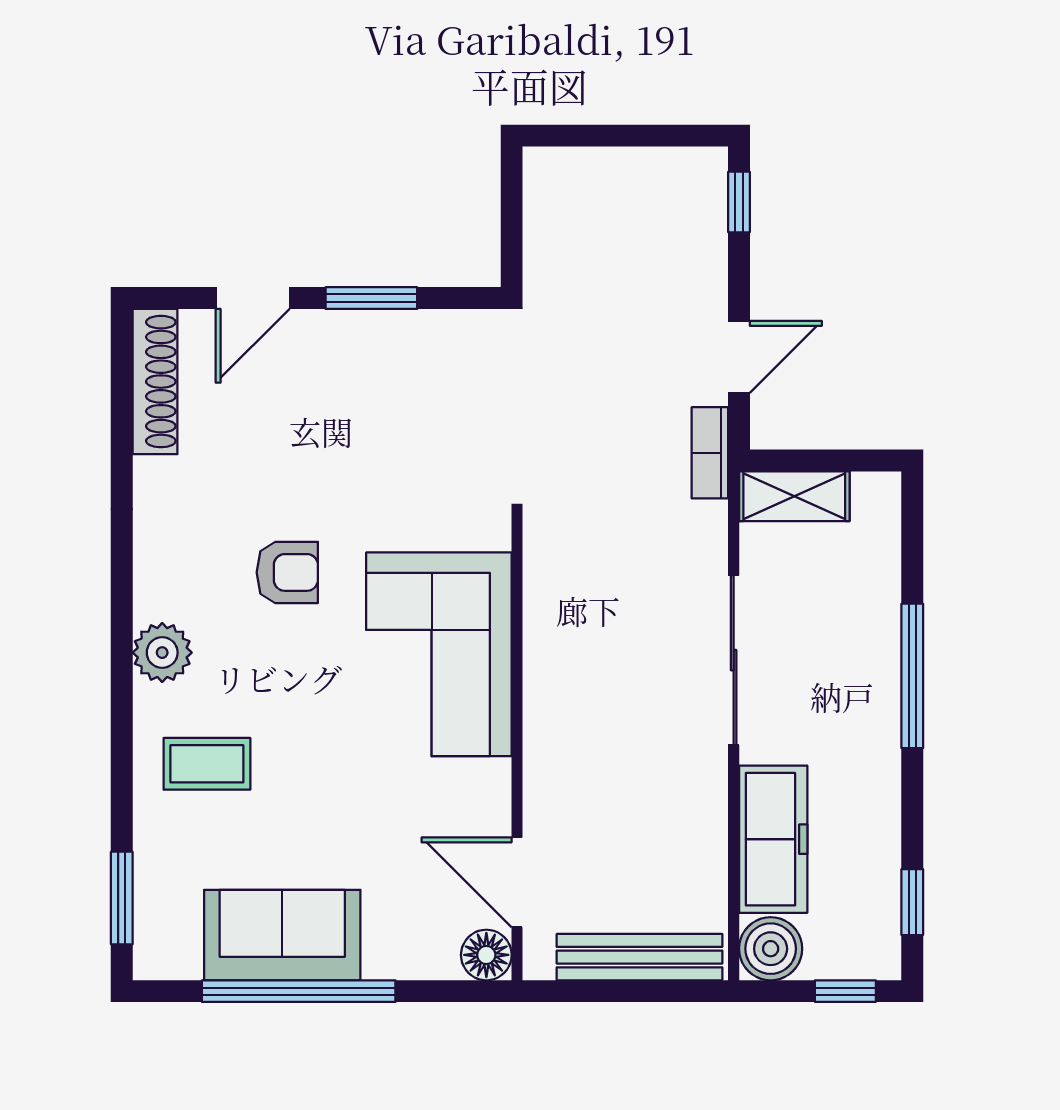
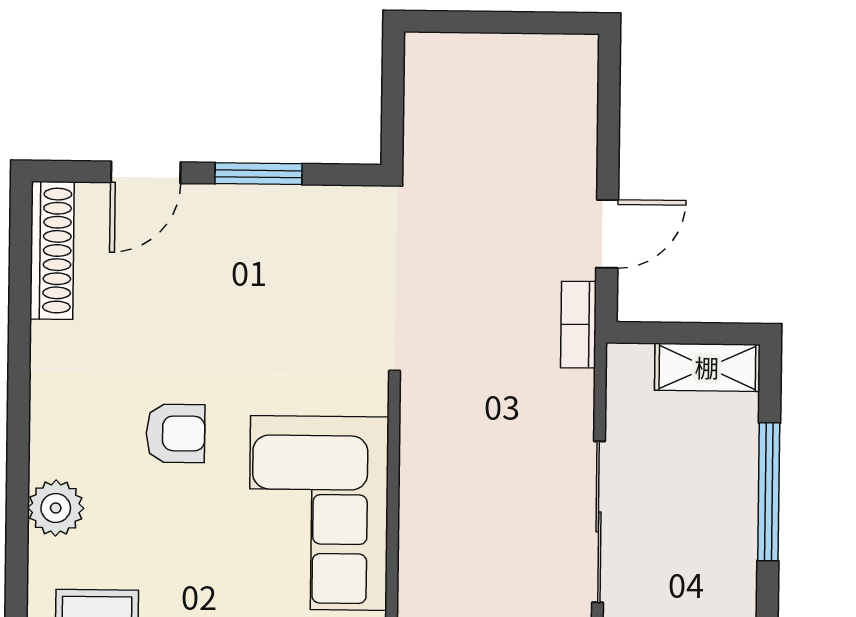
window: (739, 202) -> (609, 87), removed
shelving: (794, 496) -> (707, 367), moved
window: (912, 676) -> (769, 492), moved

